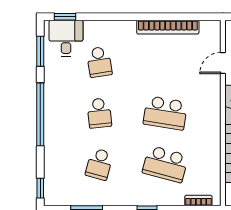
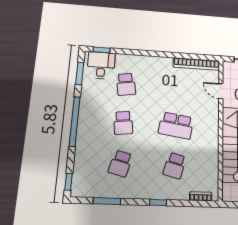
bookcase: (168, 27) -> (197, 64), moved
door: (223, 63) -> (221, 91), hinge flipped
school desk: (165, 164) -> (175, 166), width x0.54

